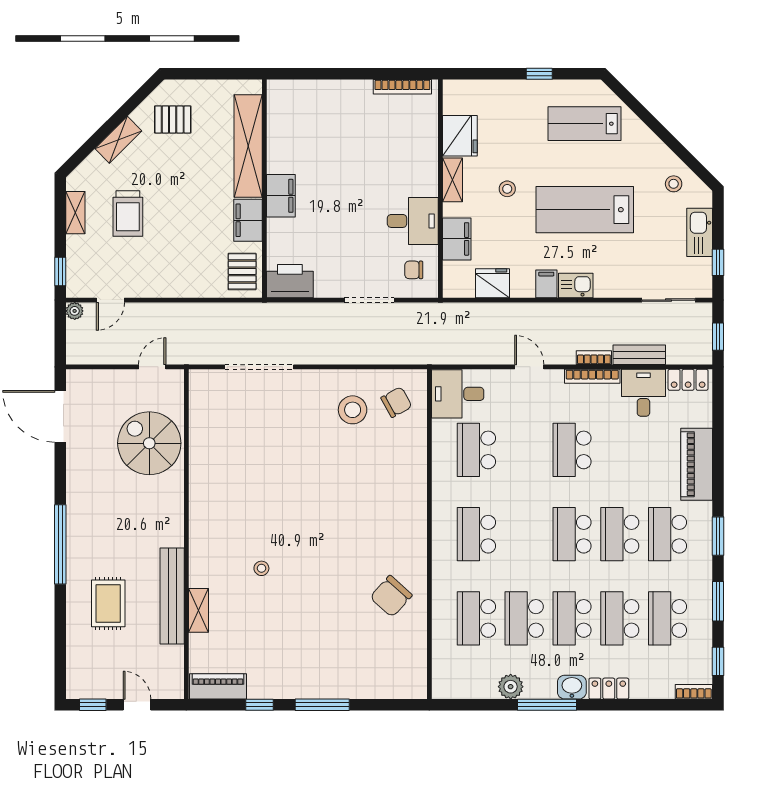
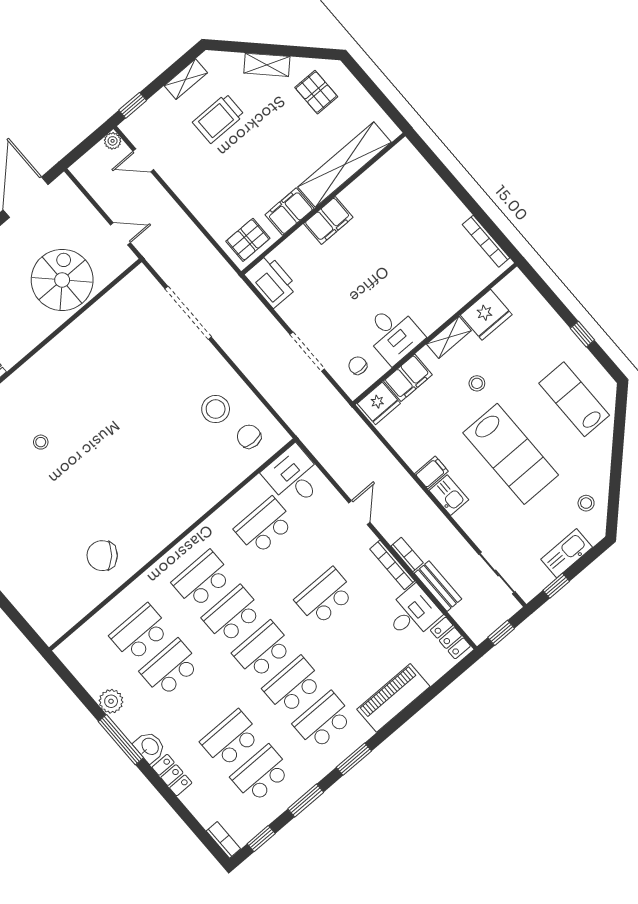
lab bench: (585, 210) -> (511, 454), turned 180
fridge: (492, 283) -> (379, 403), moved, turned 90
chair: (396, 402) -> (249, 437), turned -151
school desk: (572, 618) -> (232, 615), moved

